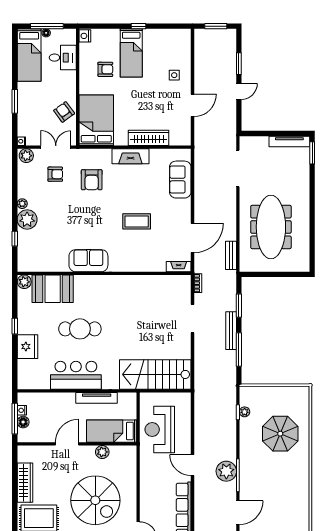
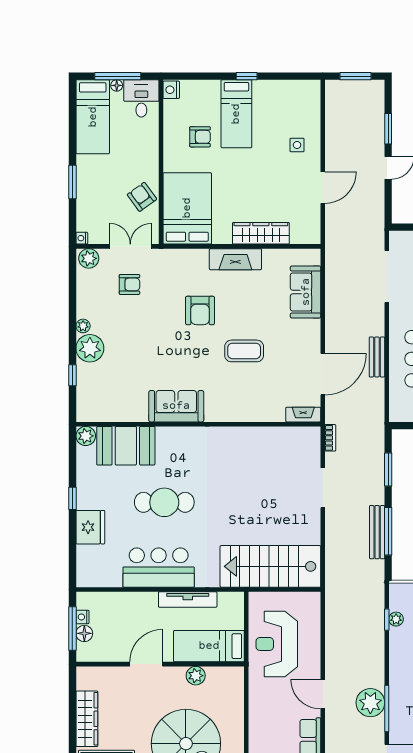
desk: (63, 58) -> (141, 98), moved, turned -90
armchair: (92, 180) -> (200, 310), moved
bench: (231, 255) -> (377, 357), moved
bench: (231, 331) -> (377, 532), moved

